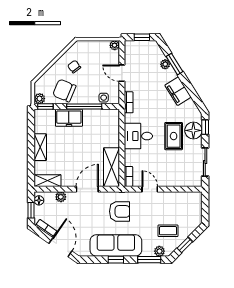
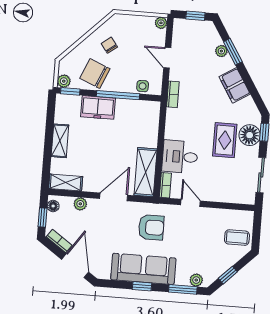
desk: (138, 136) -> (180, 157), moved
coffee table: (168, 231) -> (237, 238), moved

